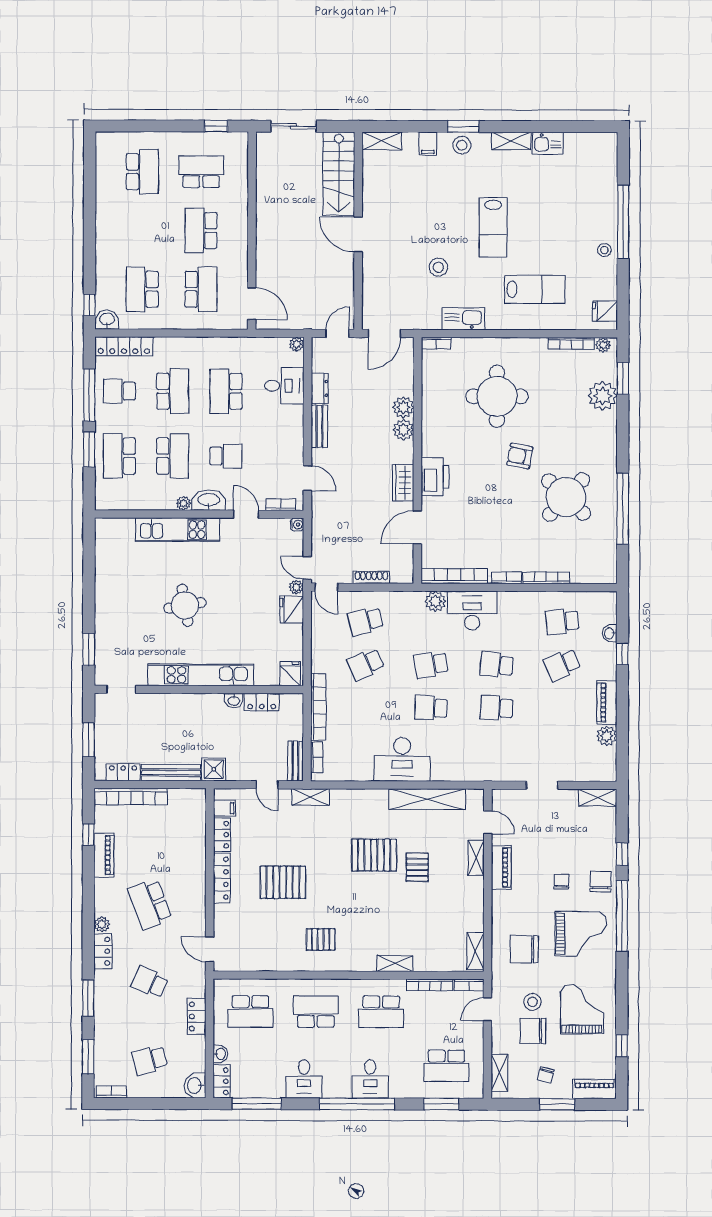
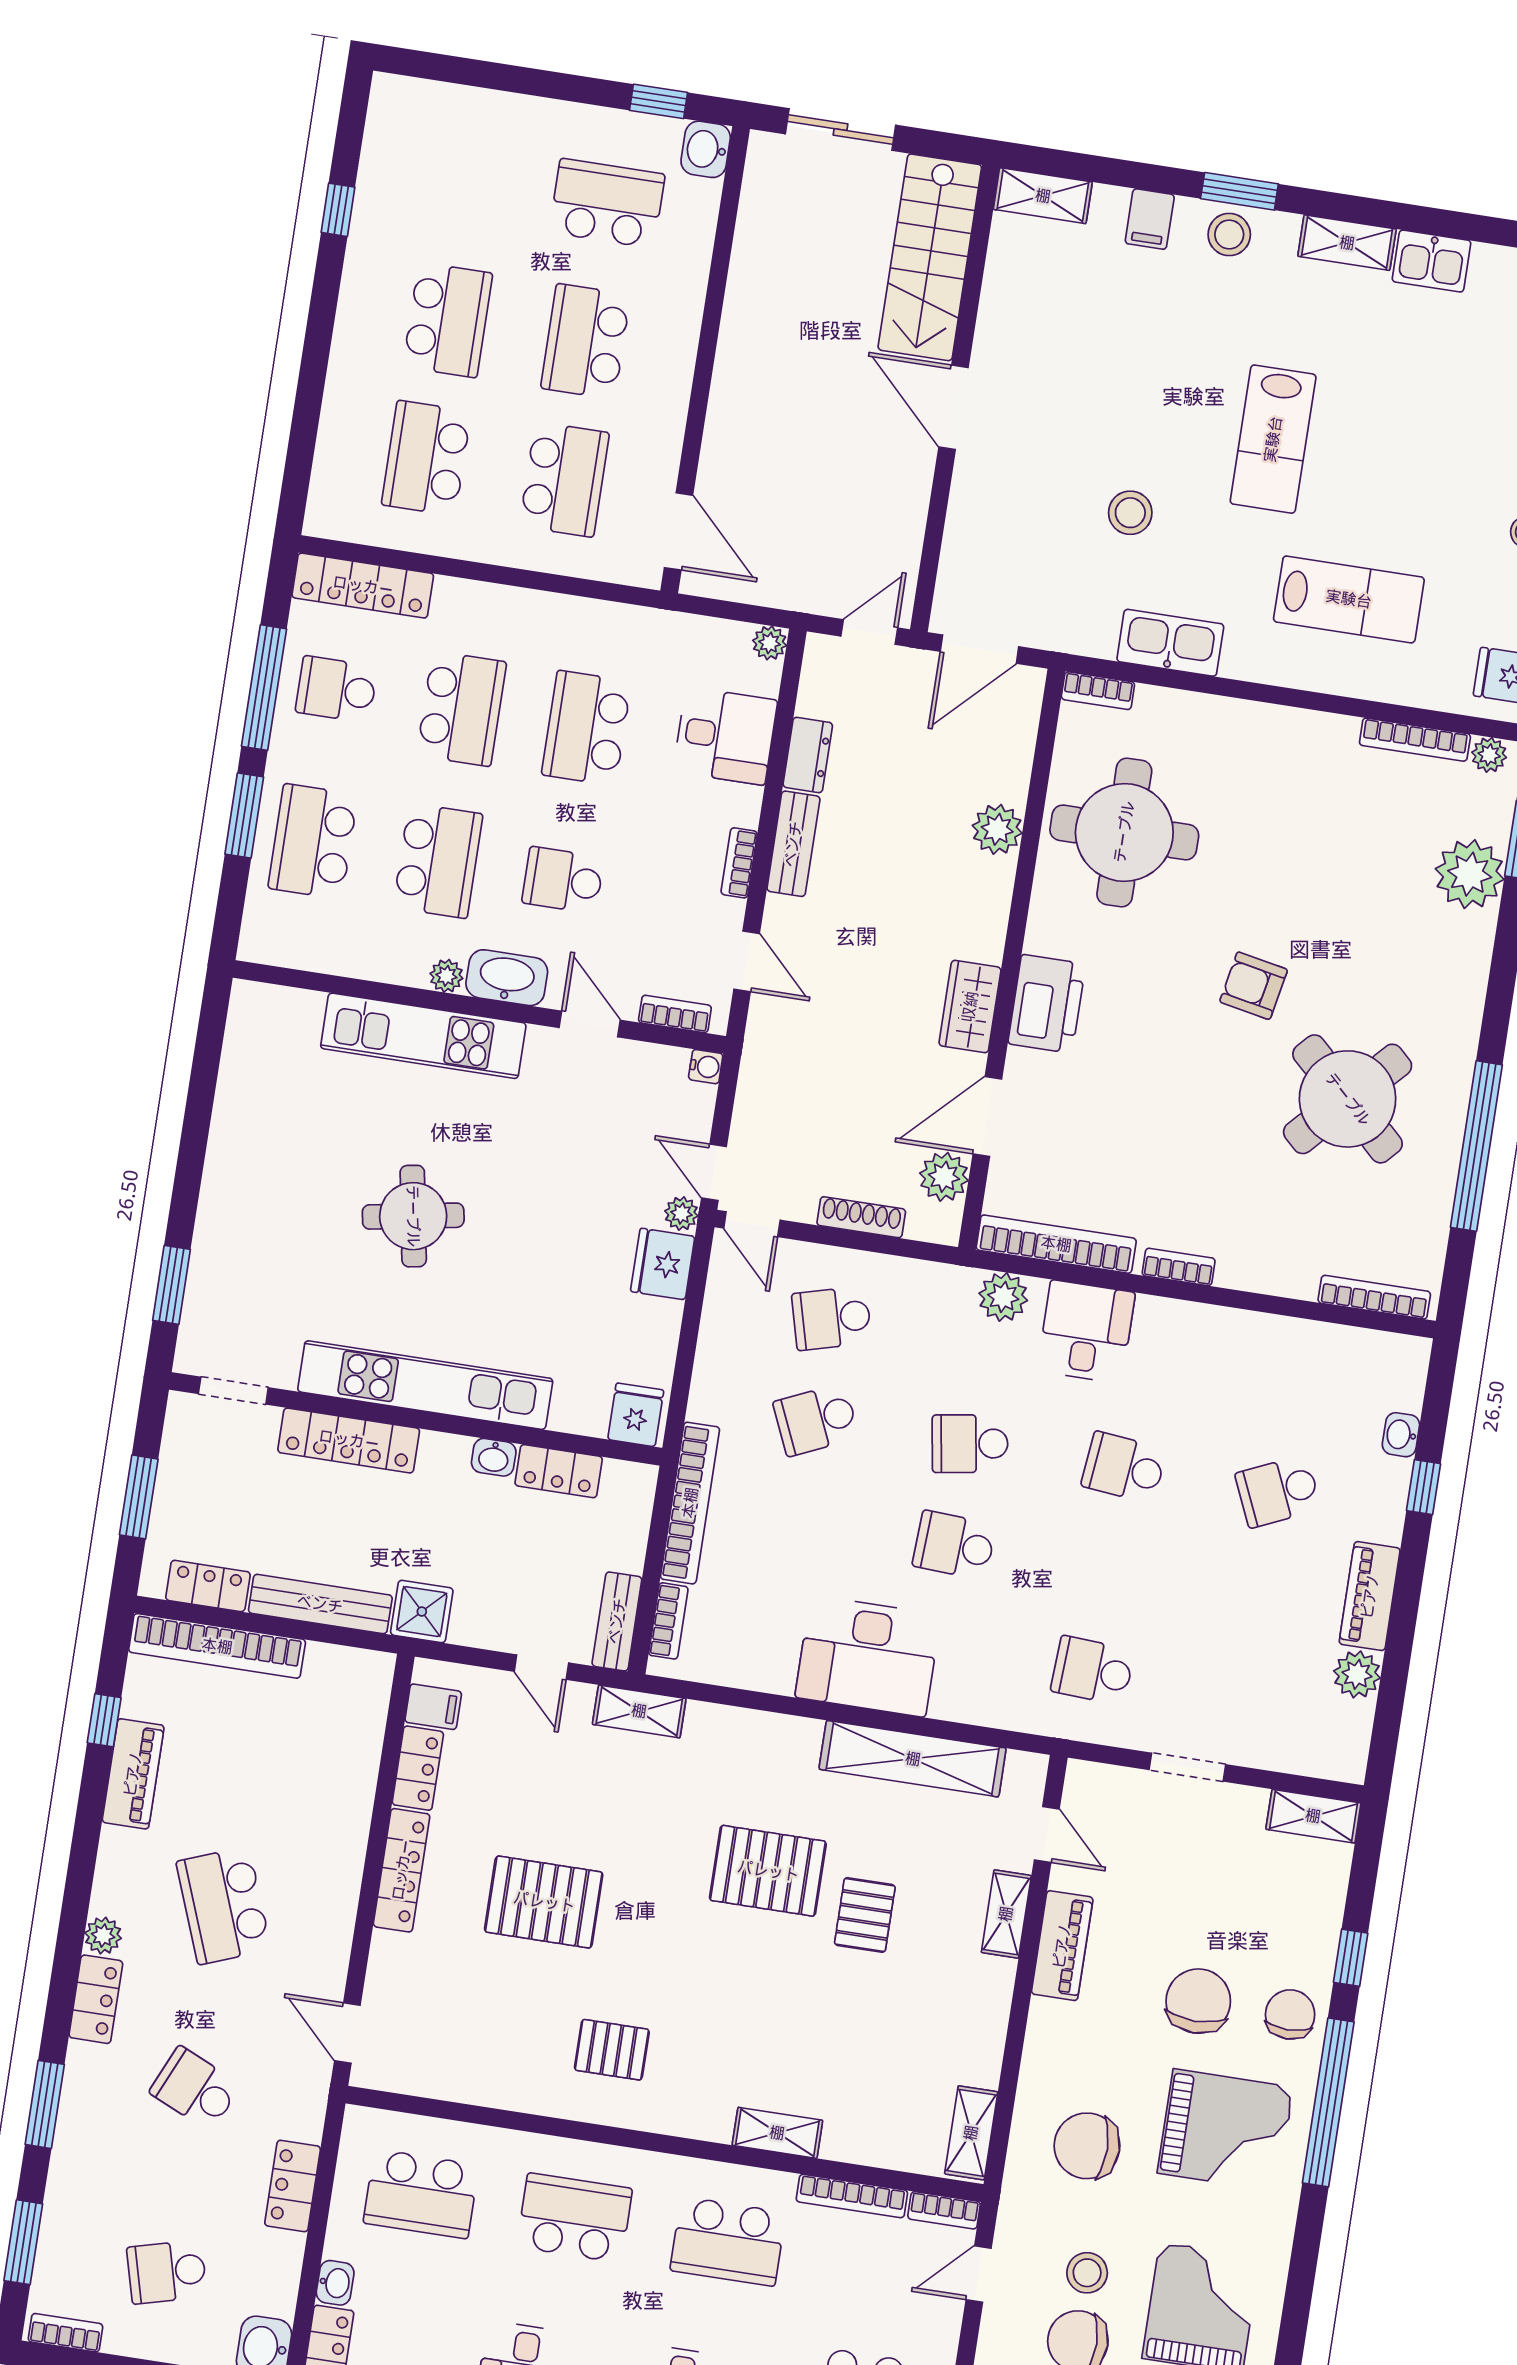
school desk: (142, 172) -> (448, 320), moved
window: (89, 305) -> (338, 210), moved
washbasin: (107, 320) -> (706, 149), moved, turned -90
round table: (497, 396) -> (1124, 832), moved
plant: (403, 430) -> (944, 1177), moved
bookcase: (298, 438) -> (739, 863), added
school desk: (226, 456) -> (563, 880), turned 180
bookcase: (546, 578) -> (1374, 1297), moved
desk: (472, 611) -> (1086, 1332), width x0.73
school desk: (562, 622) -> (1294, 1390), removed
locker: (172, 703) -> (349, 1440), added
school desk: (496, 708) -> (1093, 1671), moved
chair: (561, 882) -> (1198, 2001), width x1.87, depth x1.87

